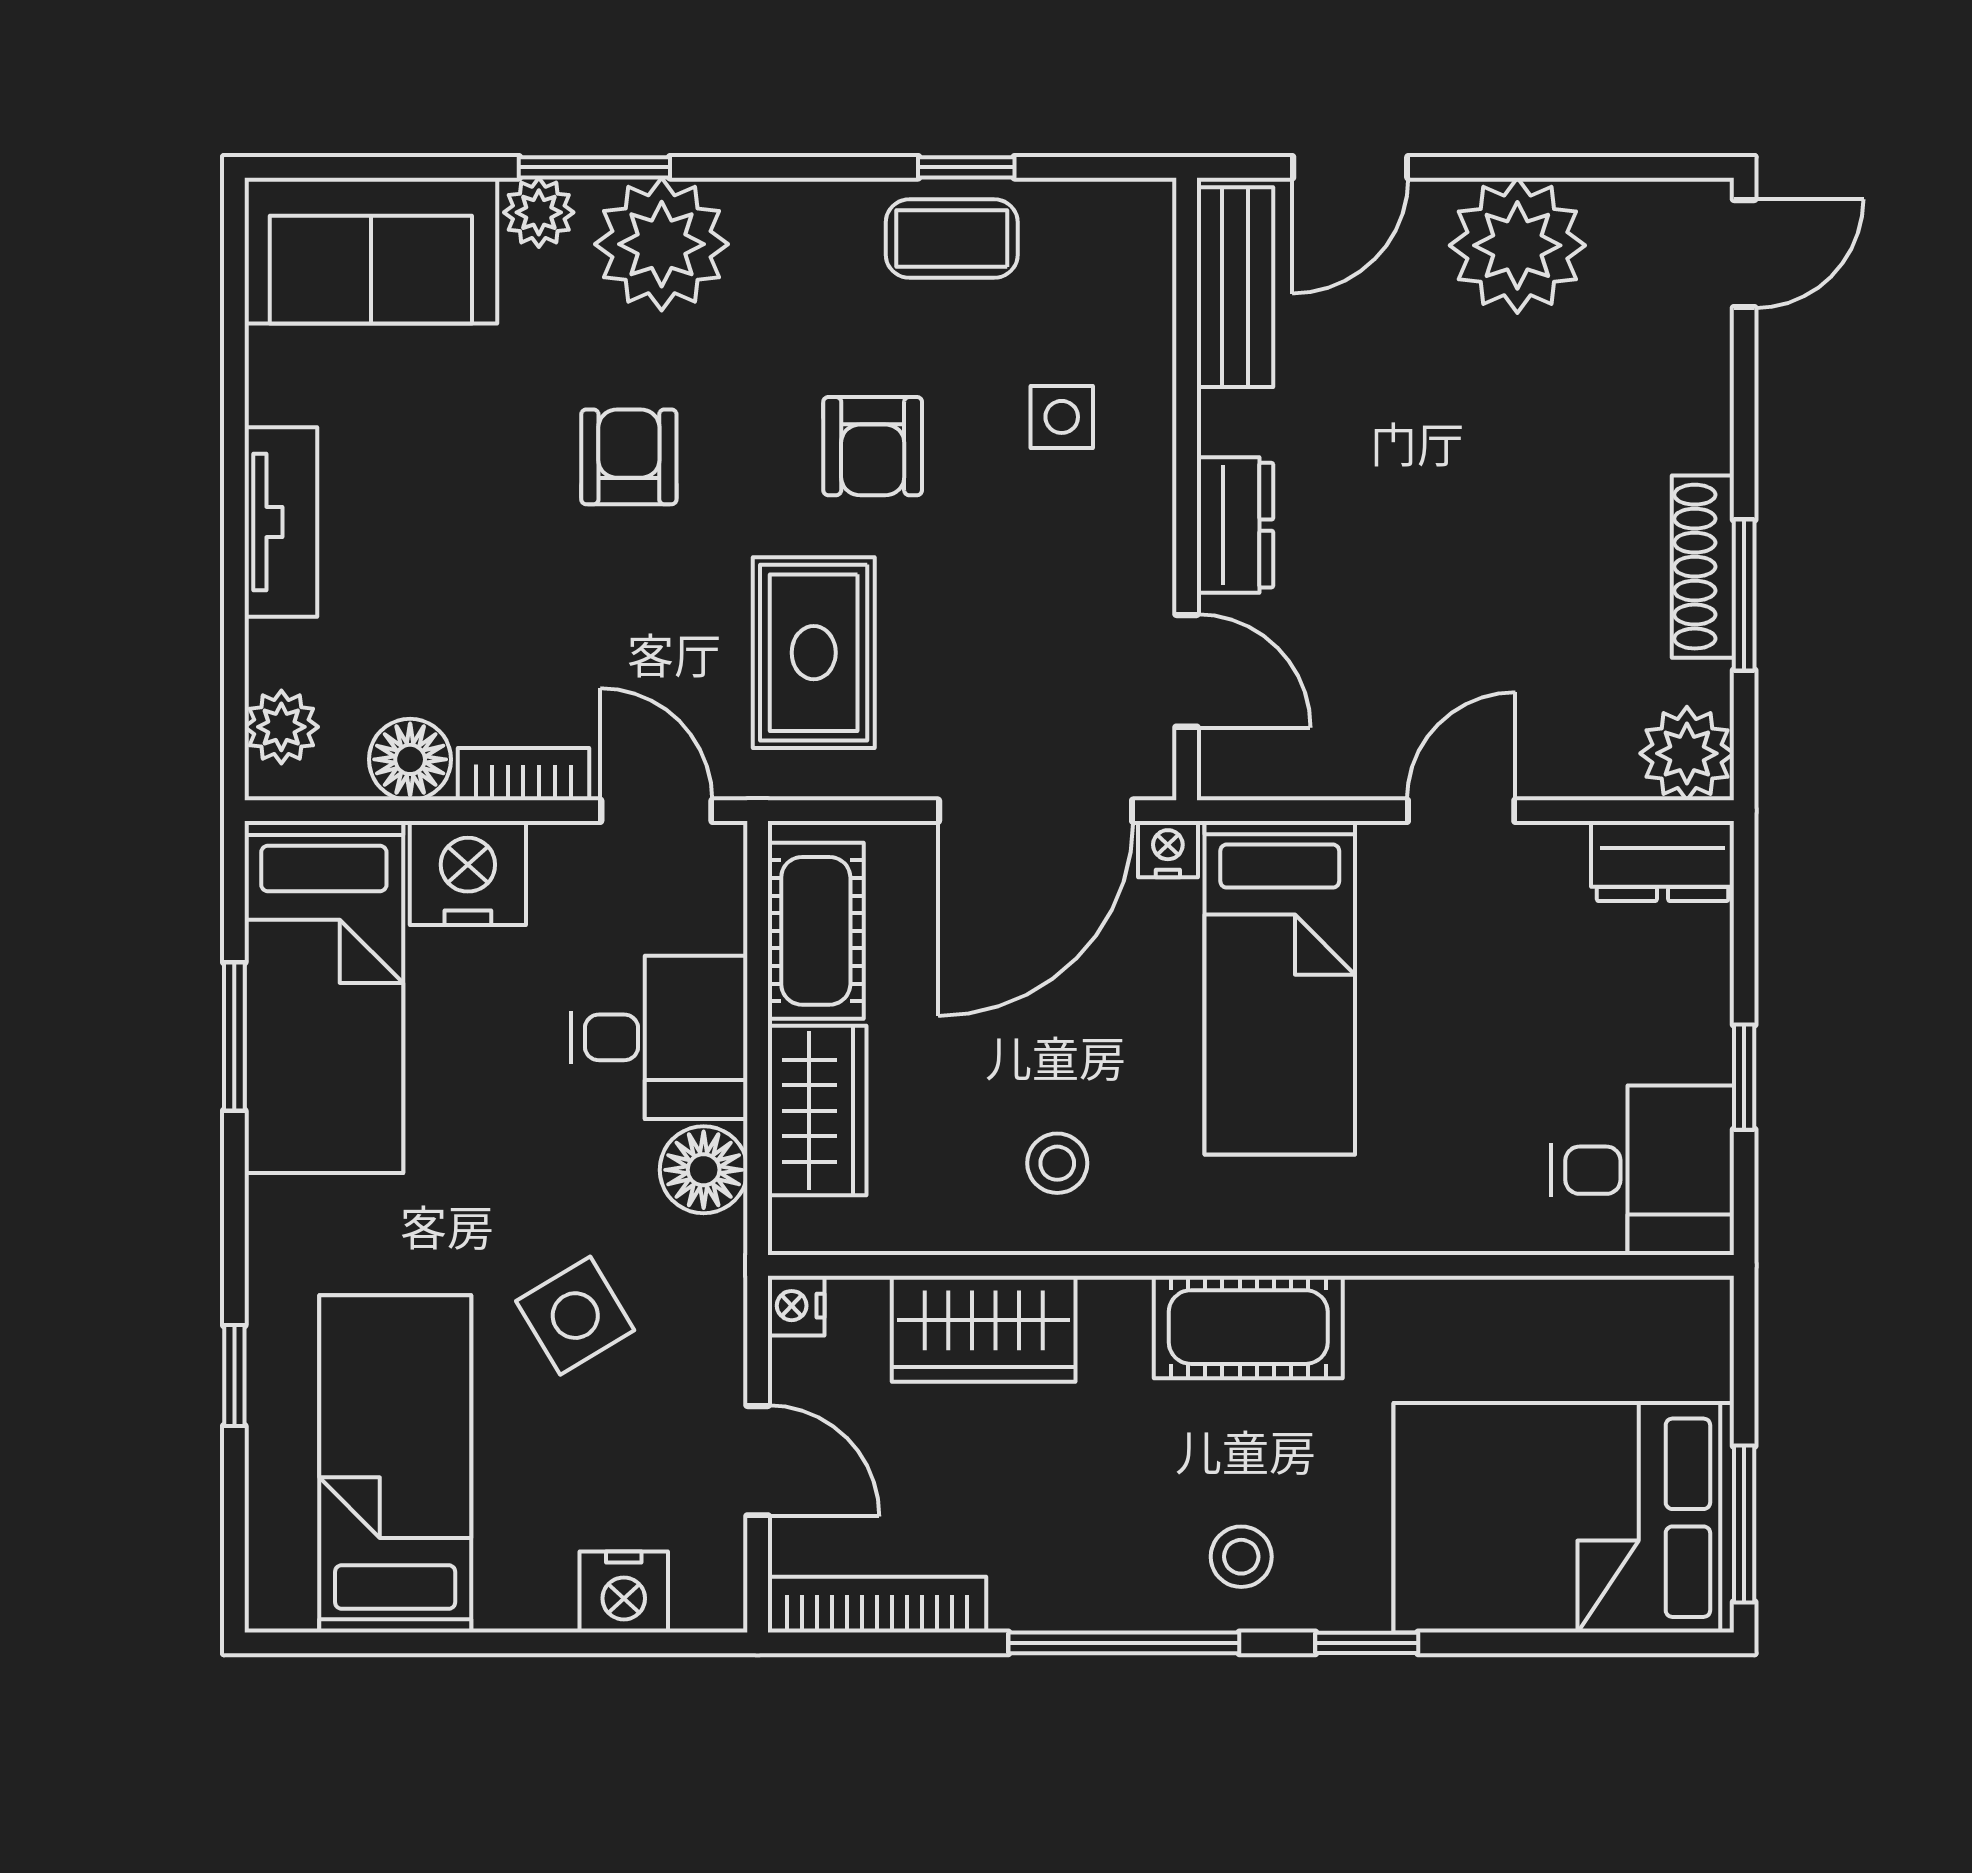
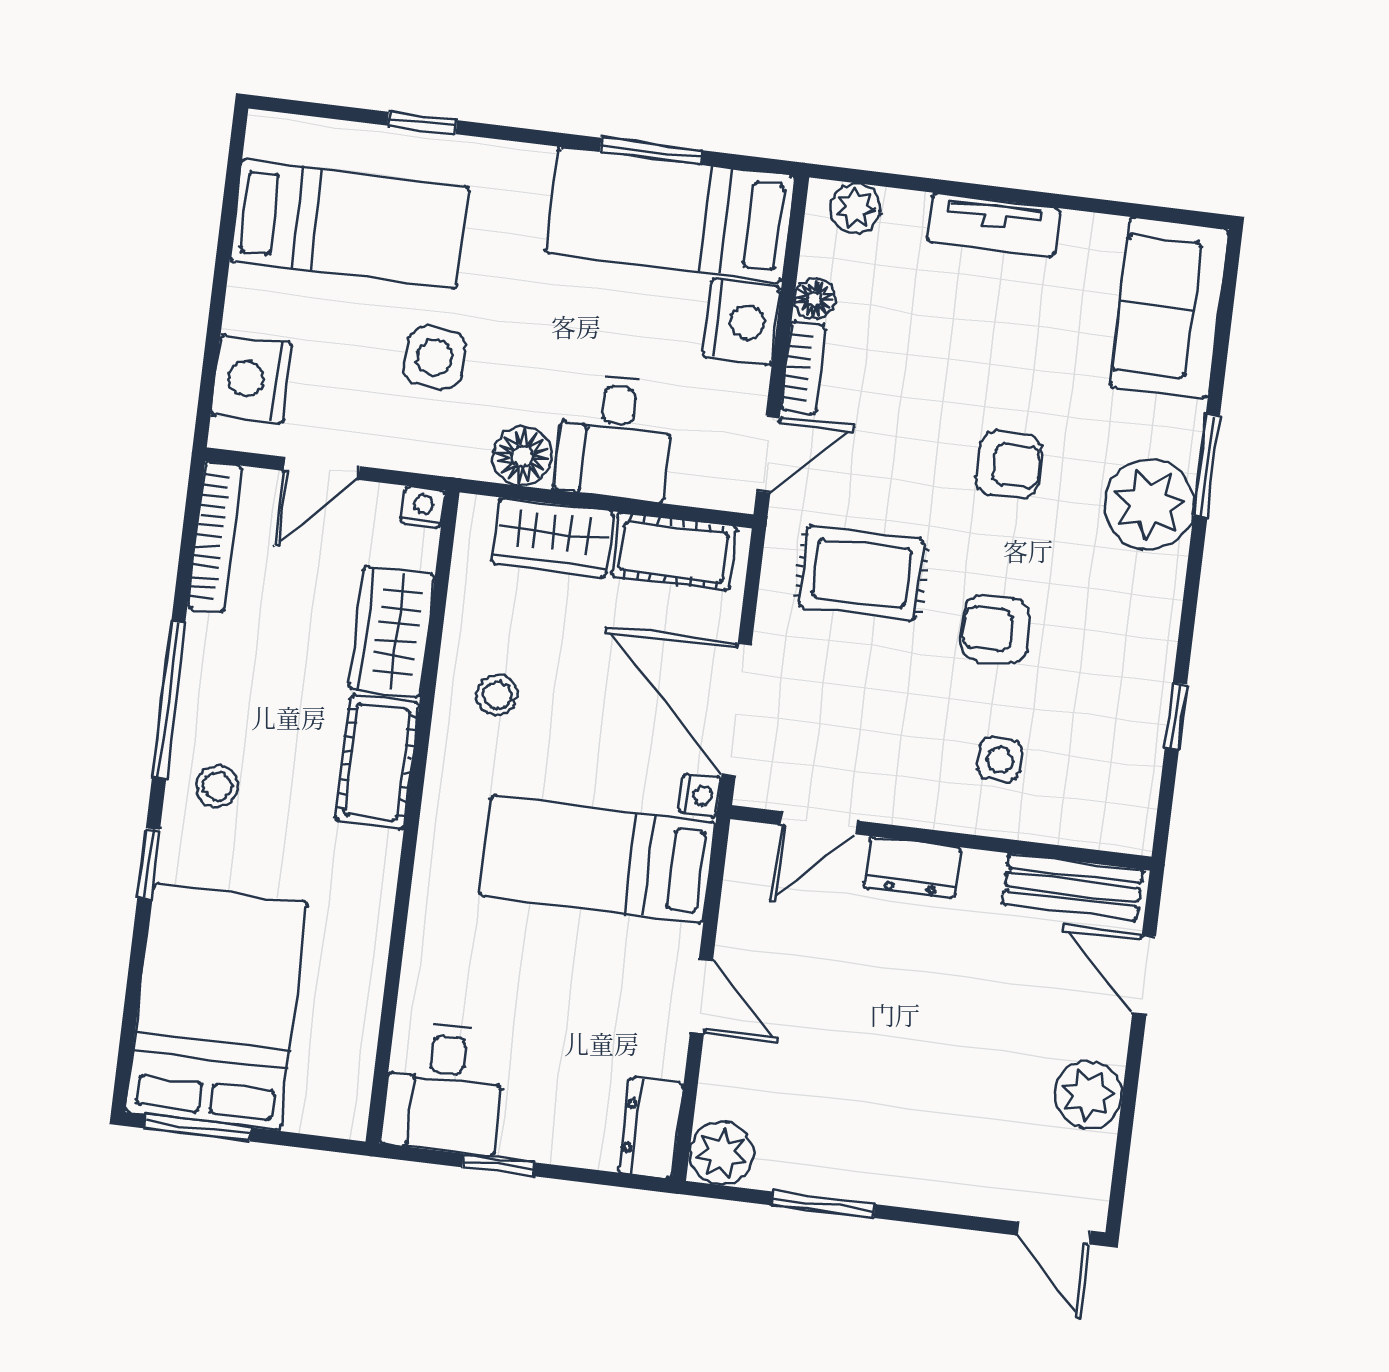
plant: (539, 212) -> (1181, 424), removed
coffee table: (952, 239) -> (1129, 700), removed
plant: (1517, 245) -> (1088, 1095), width x0.73, depth x0.73
shoe rack: (1703, 567) -> (846, 1179), removed
floor lamp: (410, 759) -> (815, 299), width x0.73, depth x0.73
side table: (575, 1316) -> (435, 358), turned 34
cot: (1248, 1327) -> (377, 762), moved
nightstand: (624, 1592) -> (252, 379), width x1.36, depth x1.33

